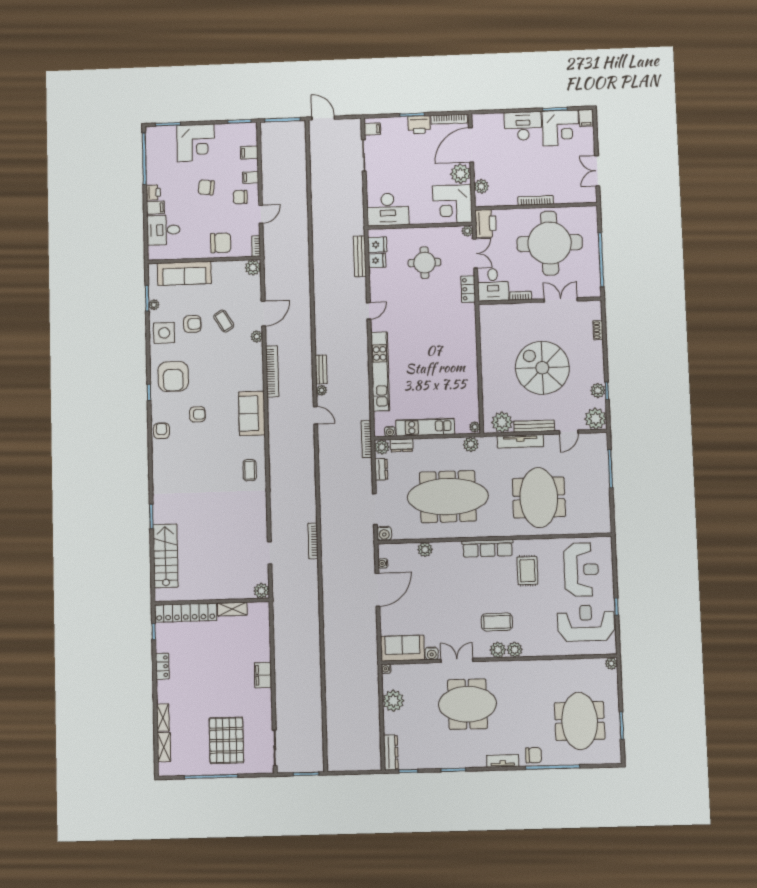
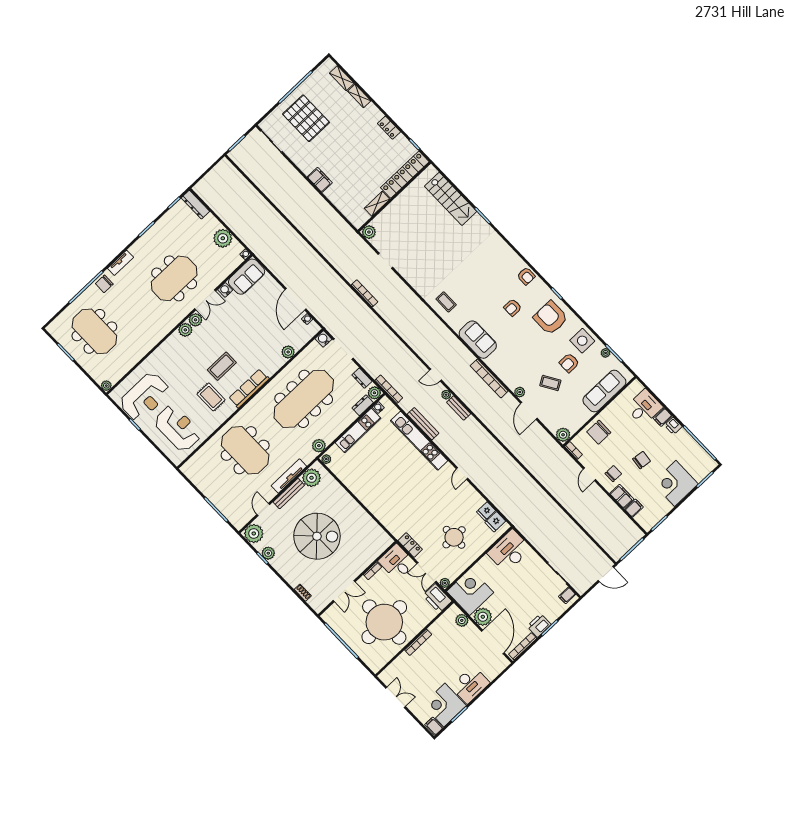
filing cabinet: (251, 177) -> (622, 496), width x2.00
bench: (360, 256) -> (423, 424), moved
reception desk: (581, 570) -> (178, 428), turned 180
coffee table: (497, 622) -> (222, 366), moved
plant: (515, 650) -> (195, 320), moved

